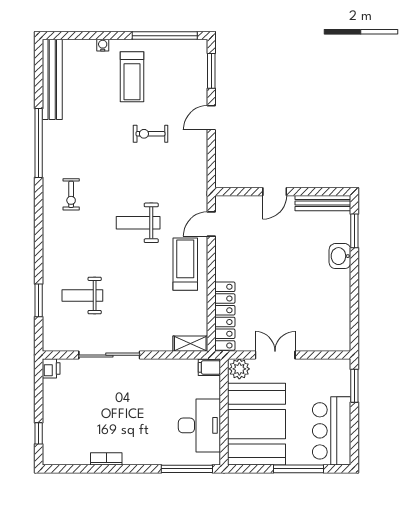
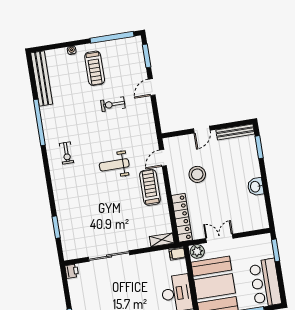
stool: (257, 256) -> (197, 174), added
washbasin: (340, 256) -> (256, 187), moved
weight bench: (82, 295) -> (85, 219), removed

